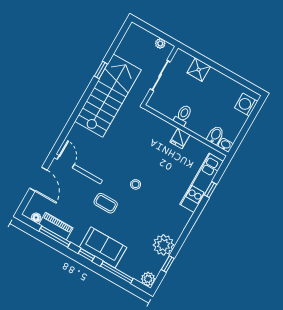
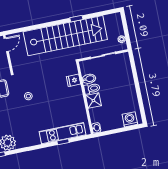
shower: (199, 70) -> (93, 101), moved
stairs: (108, 96) -> (65, 36), width x1.36
bidet: (215, 135) -> (89, 79), moved
fridge: (180, 138) -> (74, 80), moved

